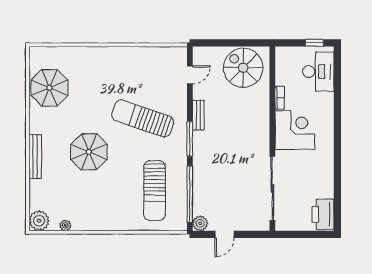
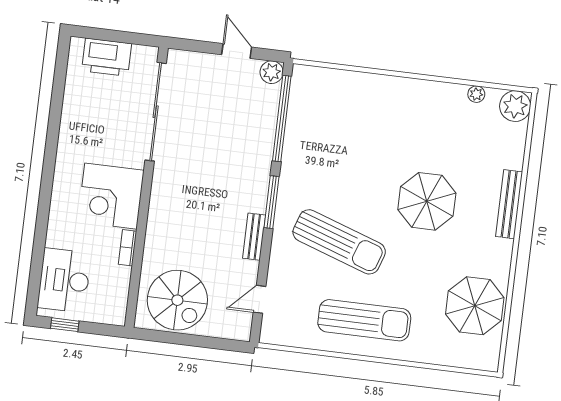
sun lounger: (155, 191) -> (364, 320), moved, turned 90
printer: (323, 214) -> (107, 57), moved, turned 90
door: (225, 234) -> (237, 51), hinge flipped

